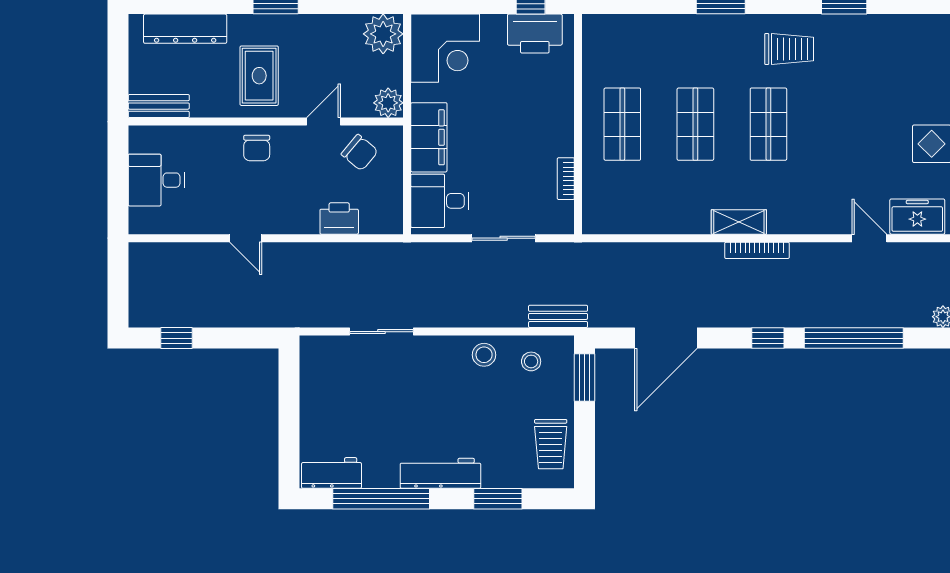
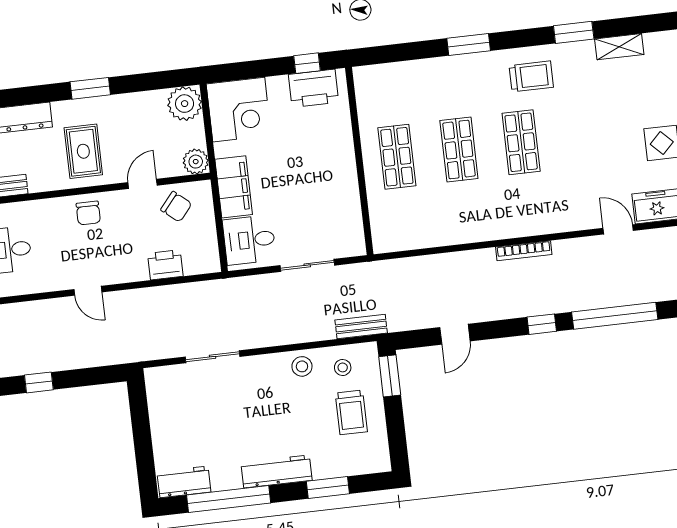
bookcase: (566, 179) -> (354, 209), removed
shelving: (739, 222) -> (619, 47), moved
door: (666, 338) -> (455, 334), width x0.53
trolley: (551, 444) -> (351, 412), moved

